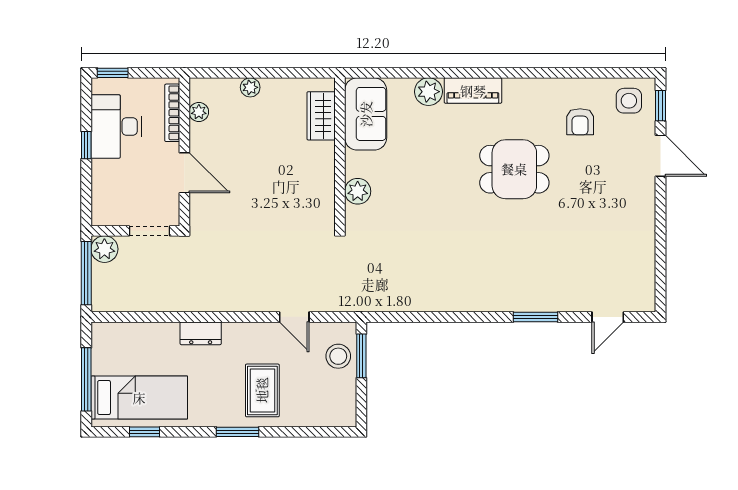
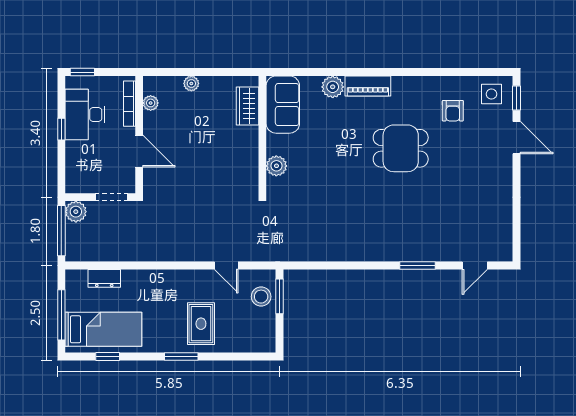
dresser: (201, 333) -> (104, 278), moved

